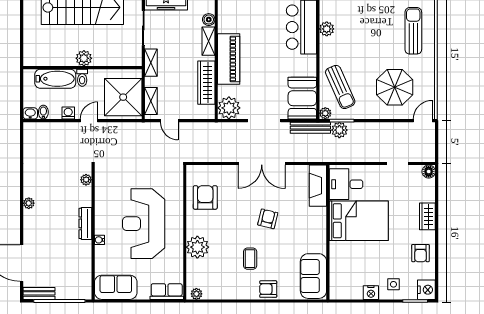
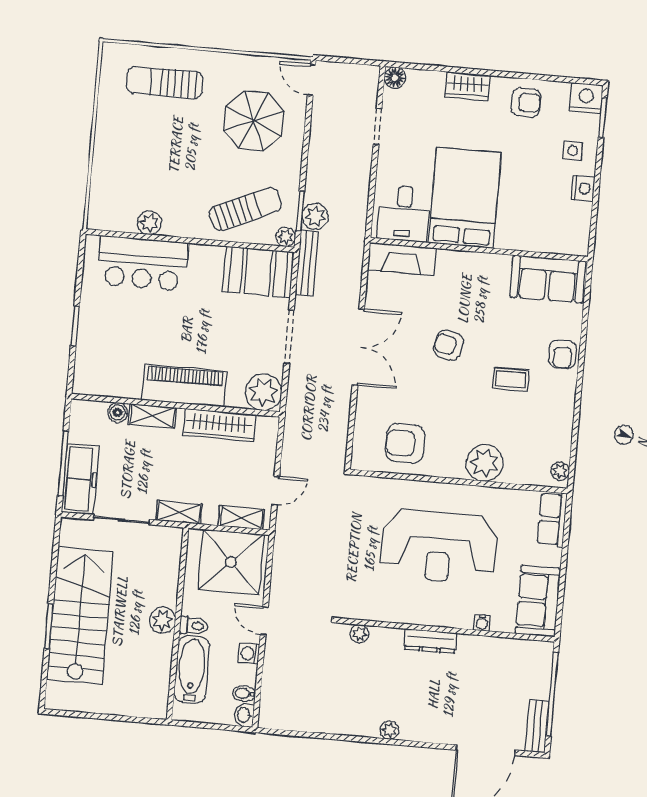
water cooler: (99, 240) -> (482, 623), moved

